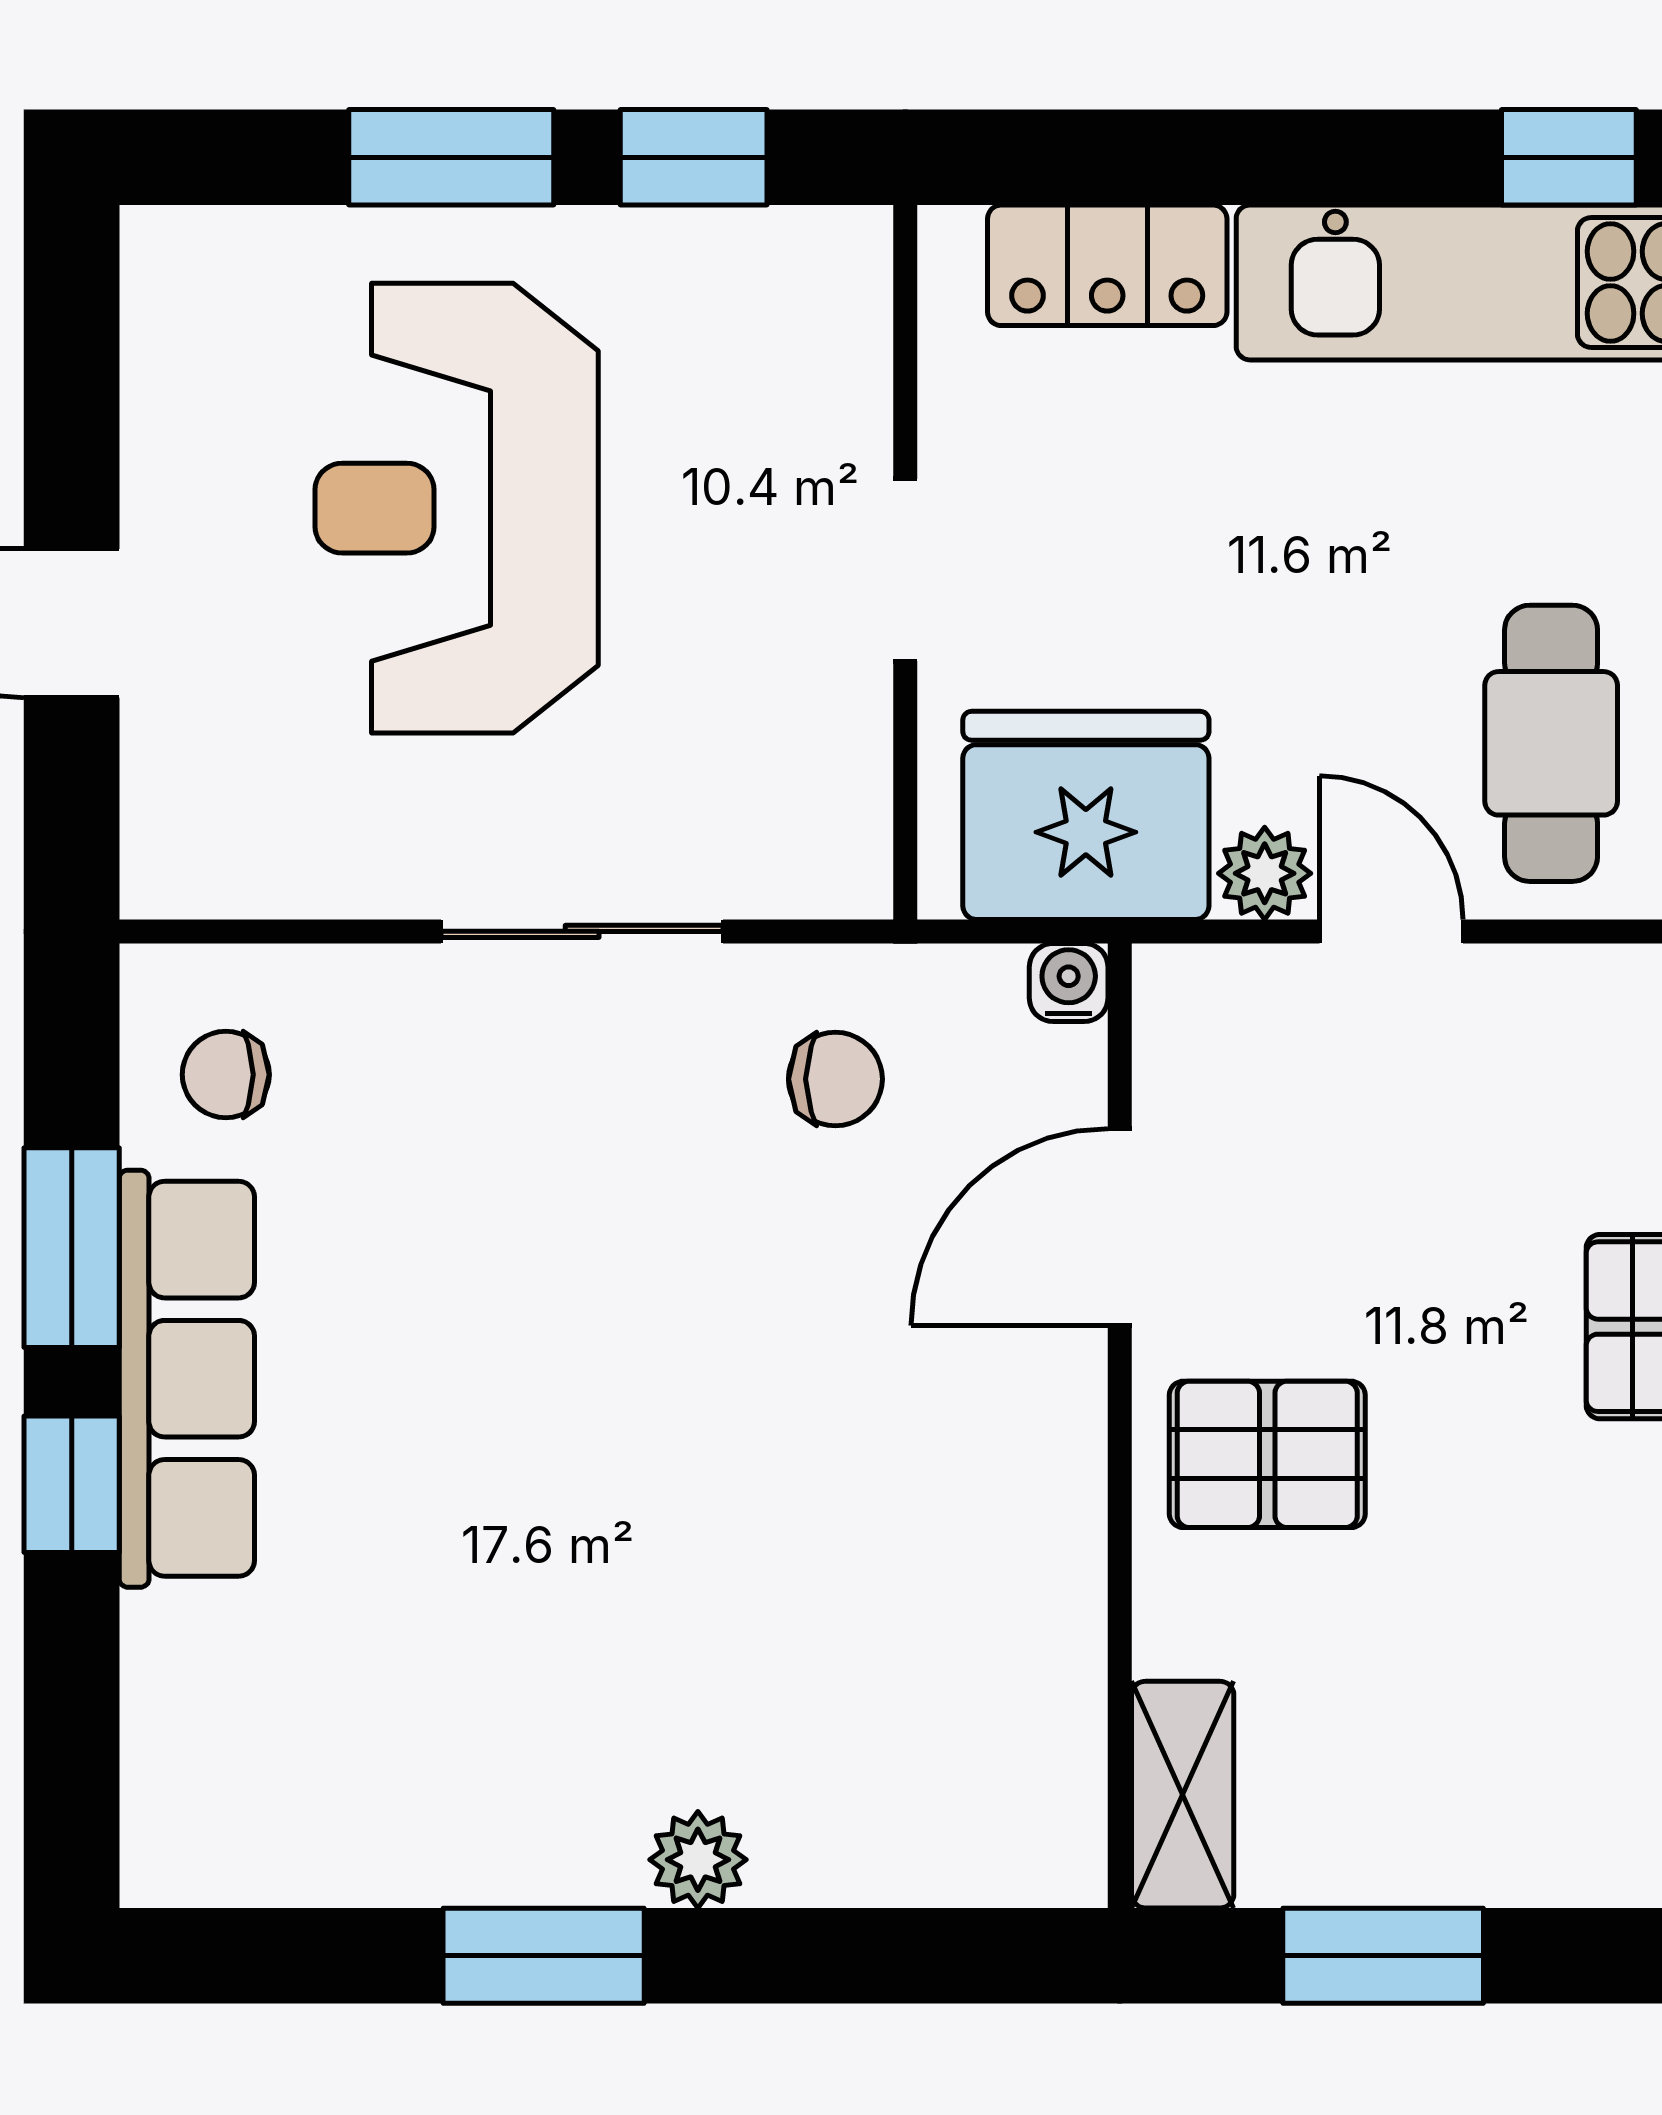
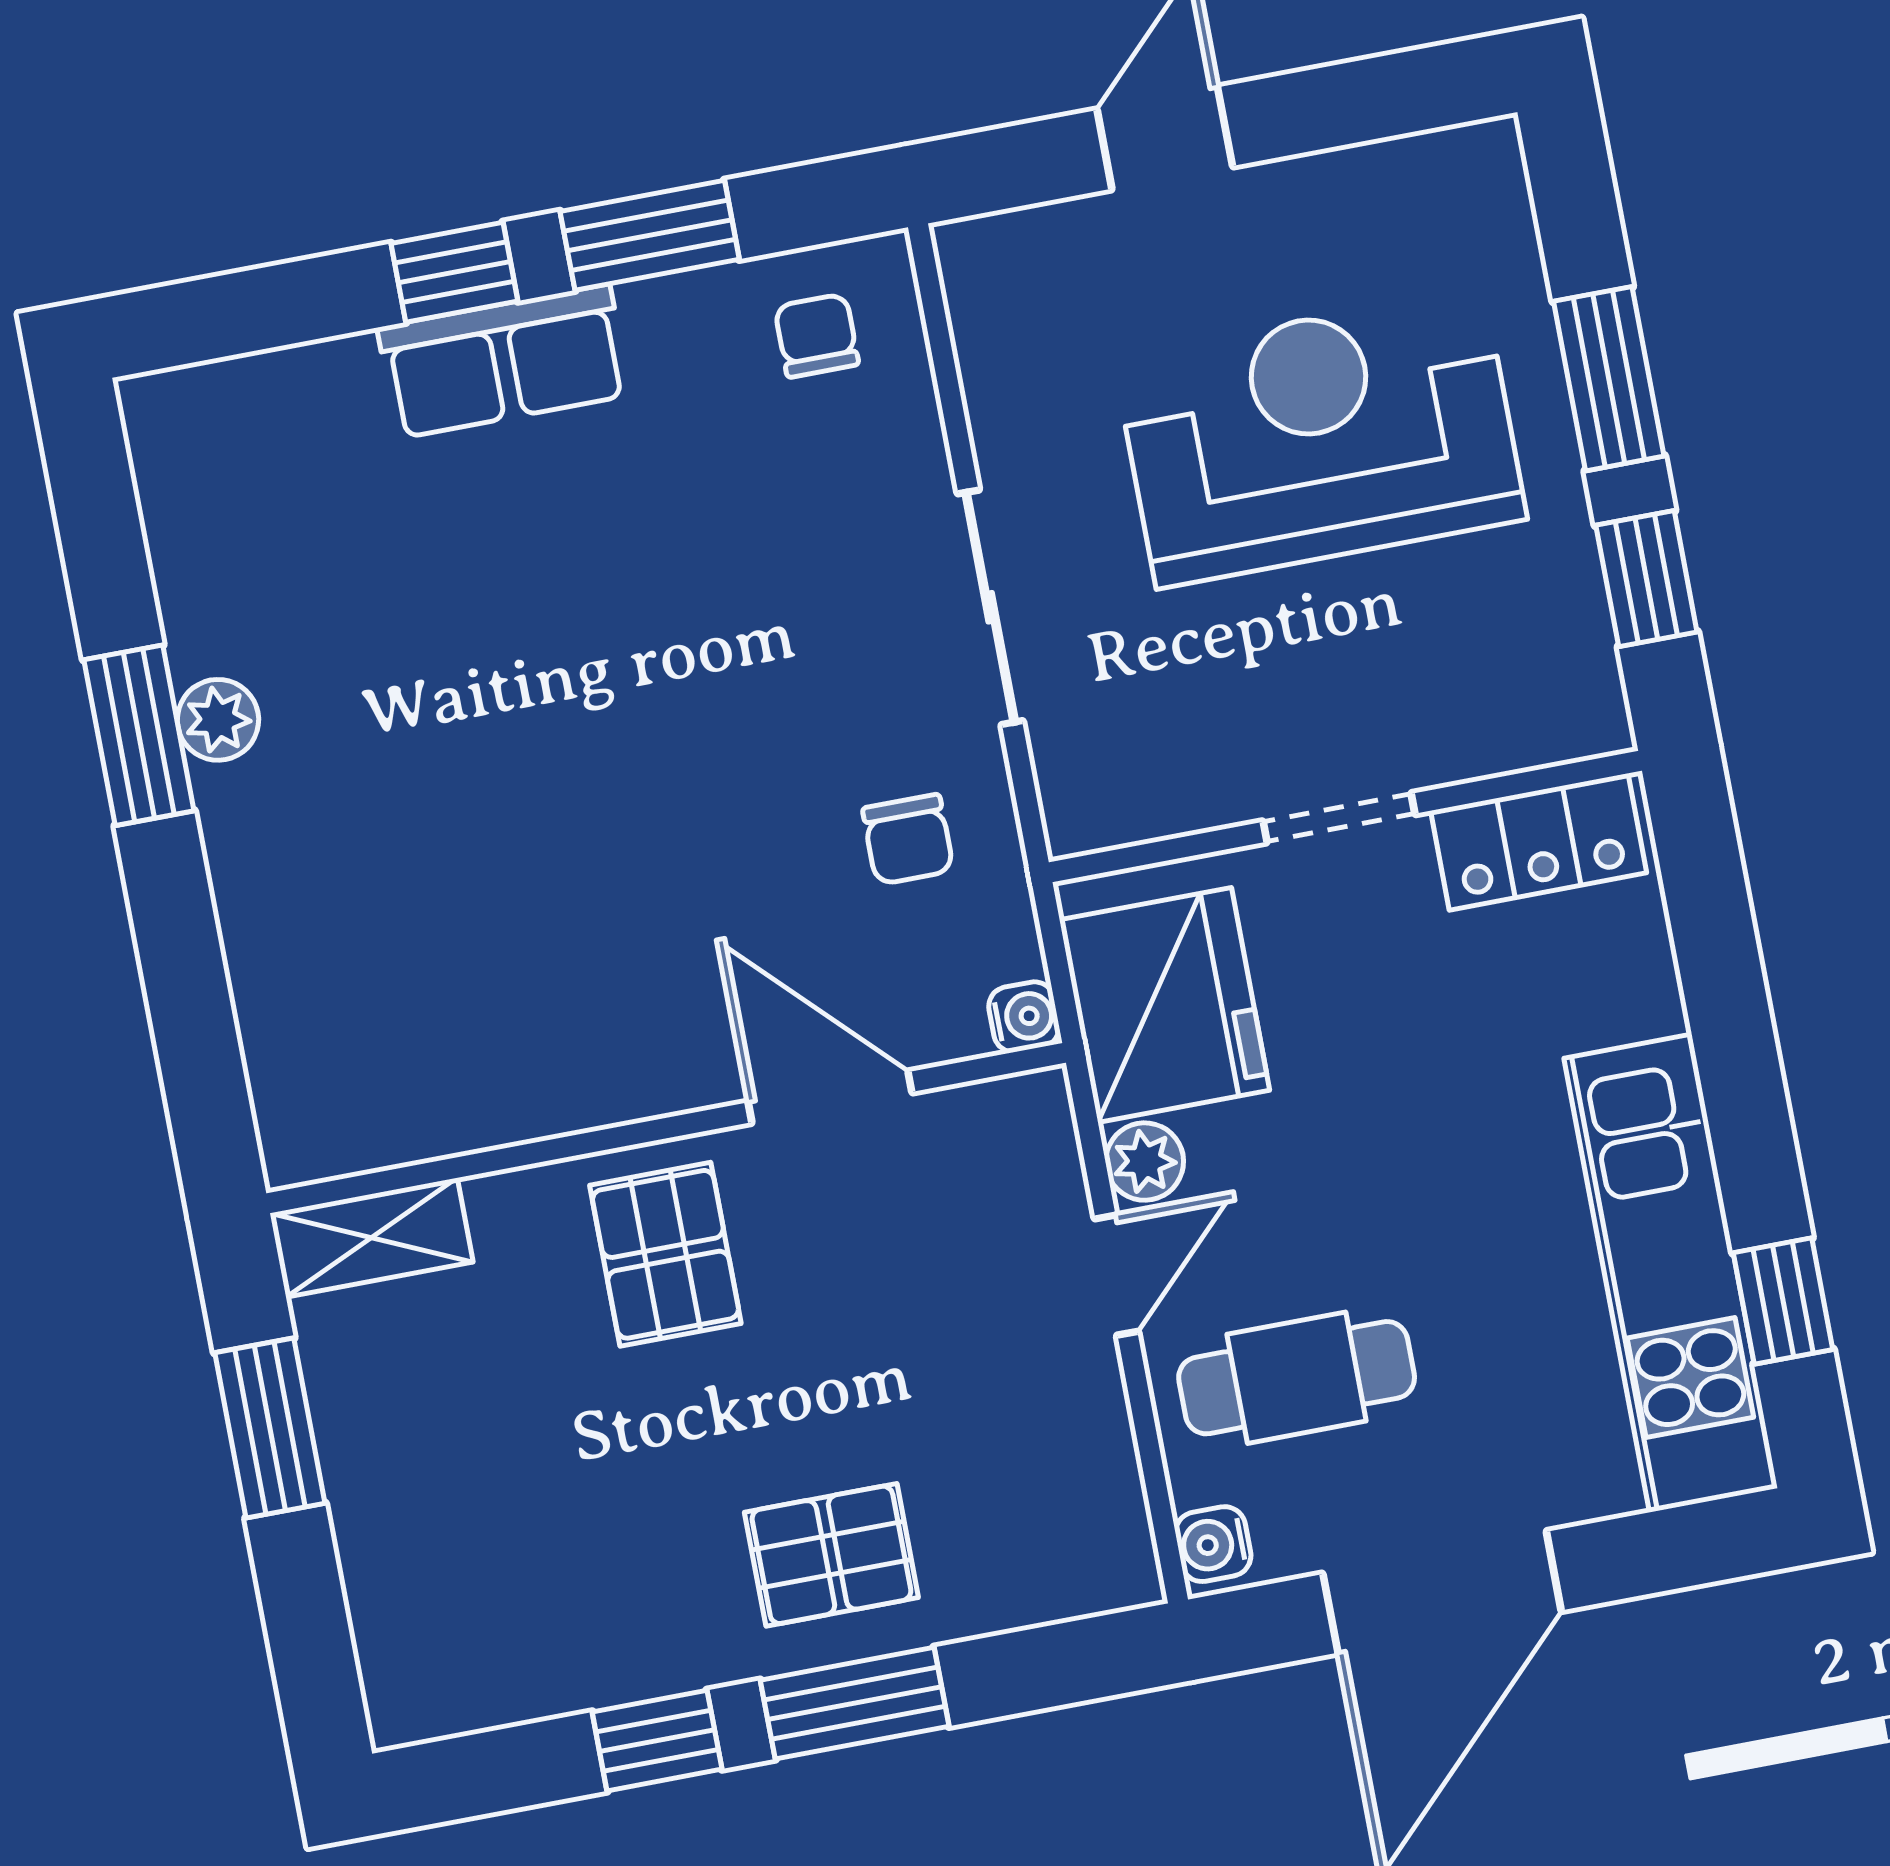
locker: (1107, 265) -> (1539, 842), moved, turned -90
row of seats: (187, 1379) -> (504, 361), width x0.68
plant: (698, 1860) -> (218, 720), moved

